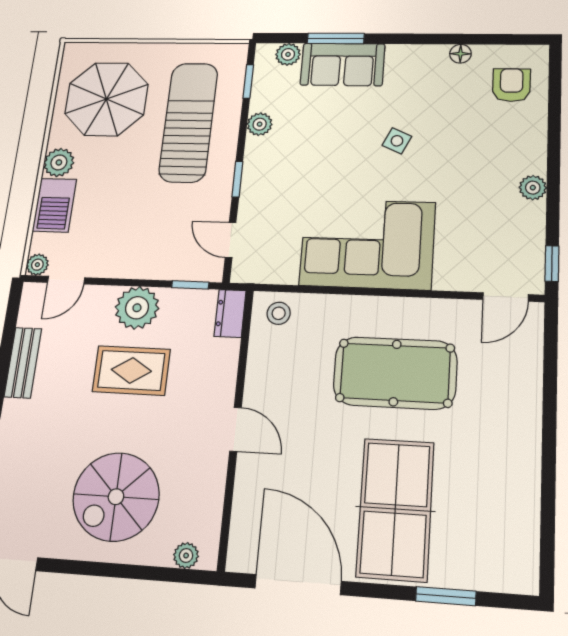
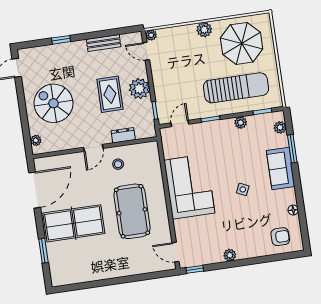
sofa: (343, 64) -> (281, 168), moved
barbecue: (54, 205) -> (182, 34), removed
dresser: (230, 313) -> (123, 135), moved
stool: (279, 313) -> (118, 164), moved

